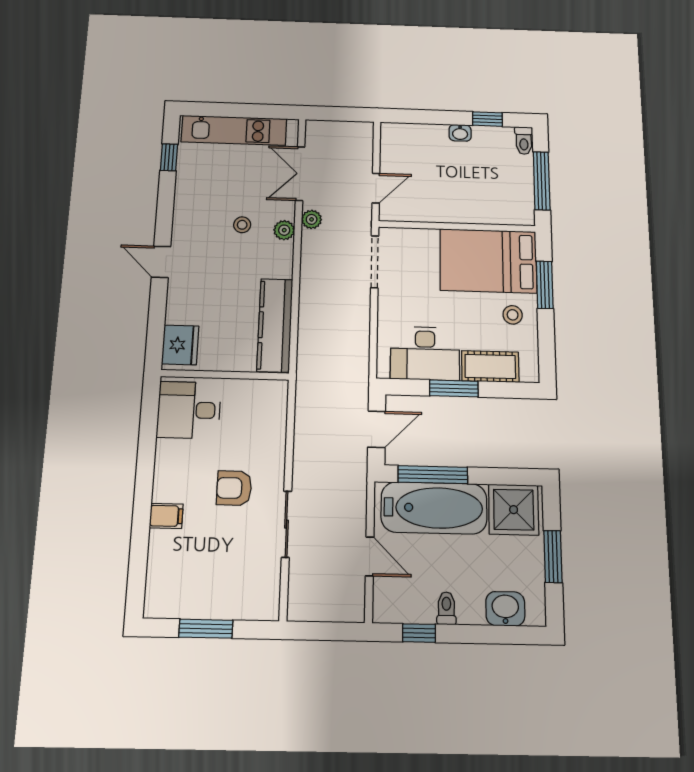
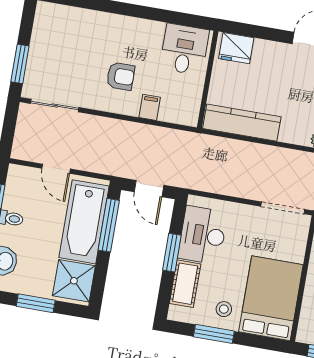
window: (545, 285) -> (214, 334), moved
armchair: (234, 488) -> (121, 76), turned 90
filing cabinet: (166, 516) -> (150, 107), moved, turned 180
sliding door: (287, 524) -> (55, 106), moved
door: (370, 556) -> (56, 169), hinge flipped
window: (206, 629) -> (20, 64), moved

